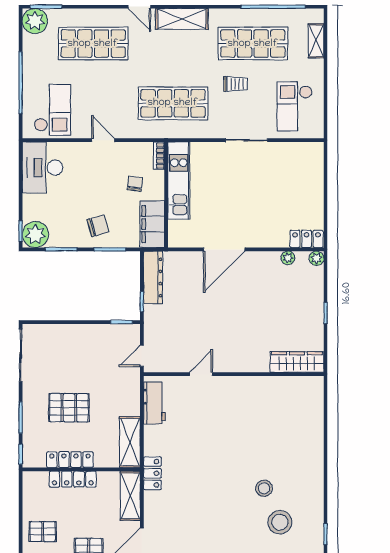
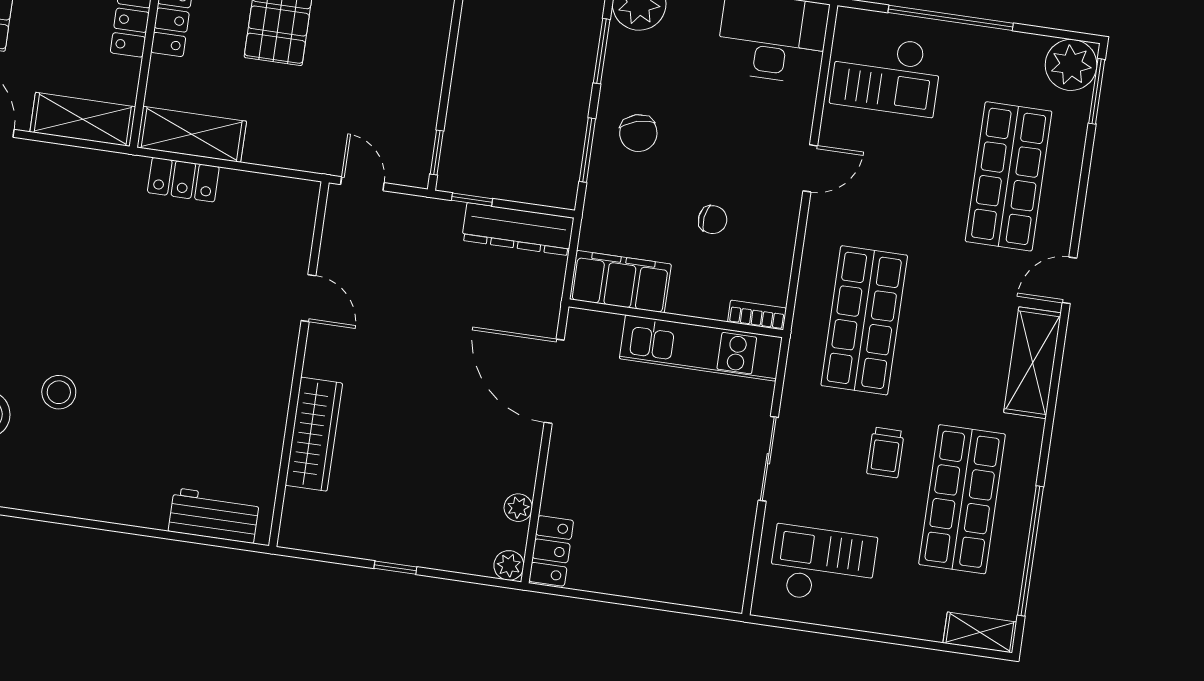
shelving: (316, 41) -> (980, 632), moved
bookcase: (159, 156) -> (757, 315), moved
kitchen unit: (179, 181) -> (701, 348), moved
wall: (166, 195) -> (676, 318), moved
filing cabinet: (152, 224) -> (620, 282), moved
wardrobe: (297, 362) -> (314, 434), moved
workbench: (154, 403) -> (214, 516), moved, turned 180
locker: (152, 473) -> (183, 180), moved

